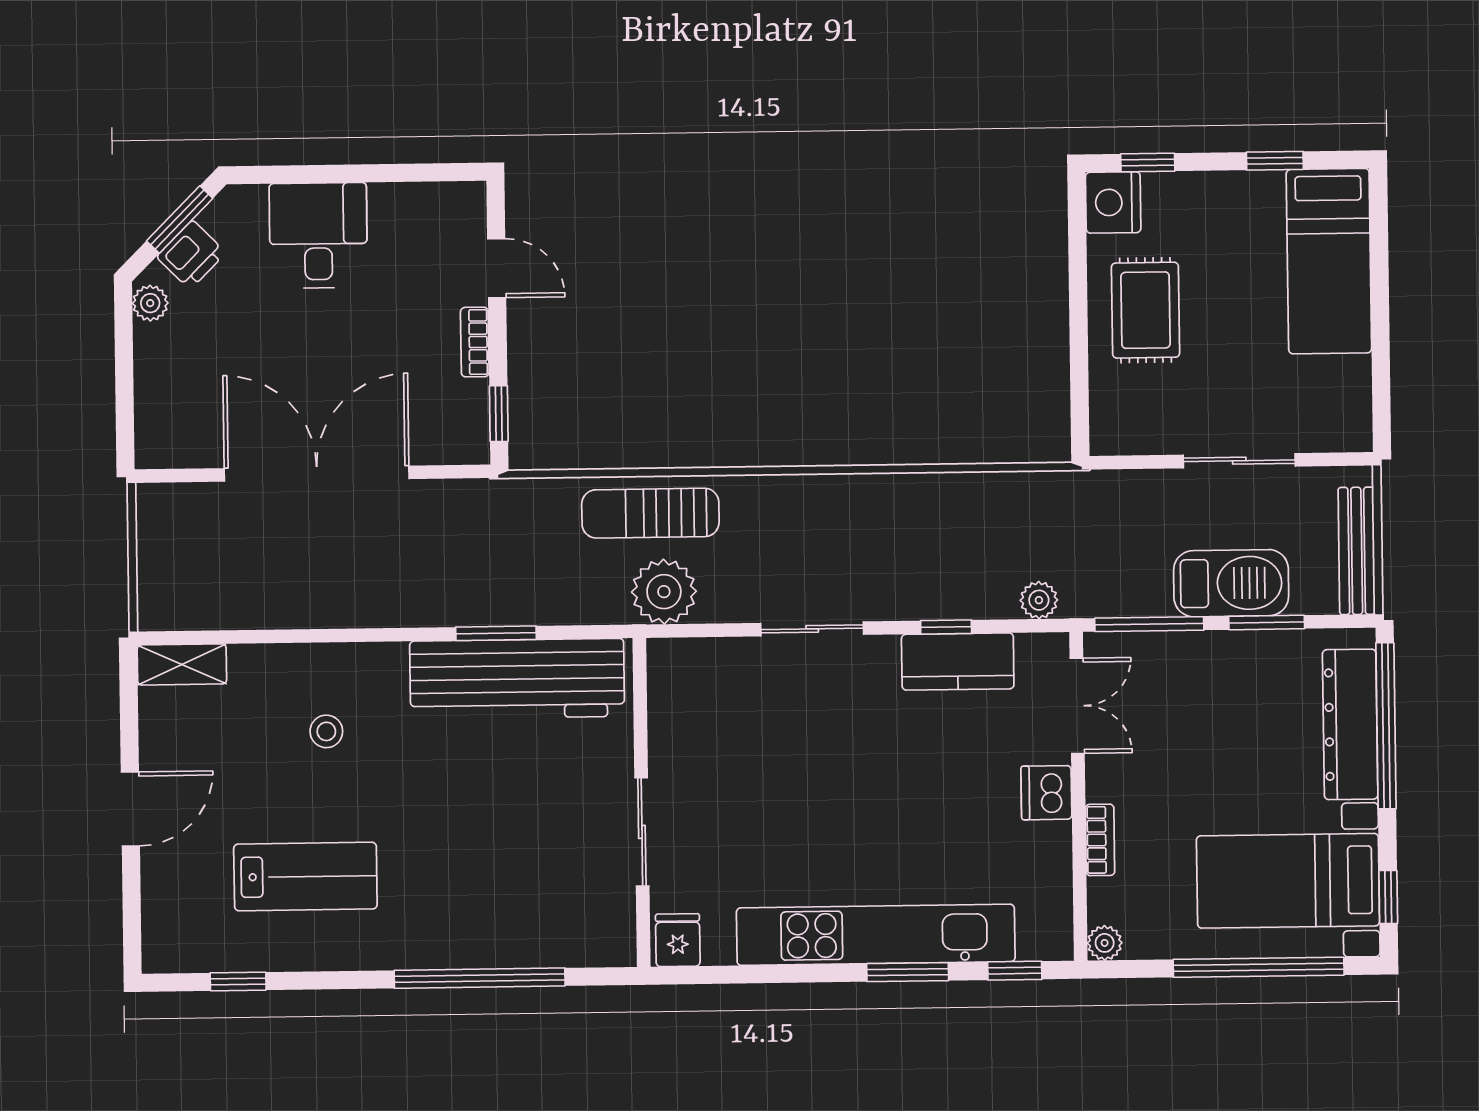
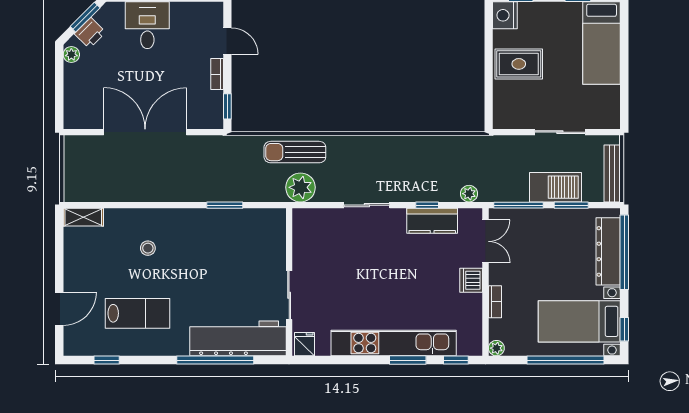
rug: (1146, 310) -> (519, 64), turned 90
workbench: (517, 679) -> (238, 338), moved, turned 180
door: (130, 809) -> (59, 309), moved

